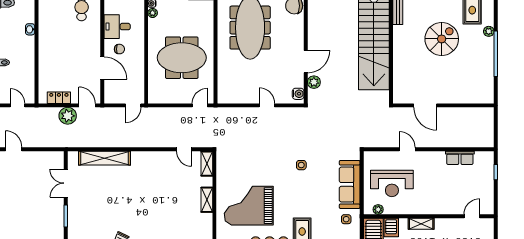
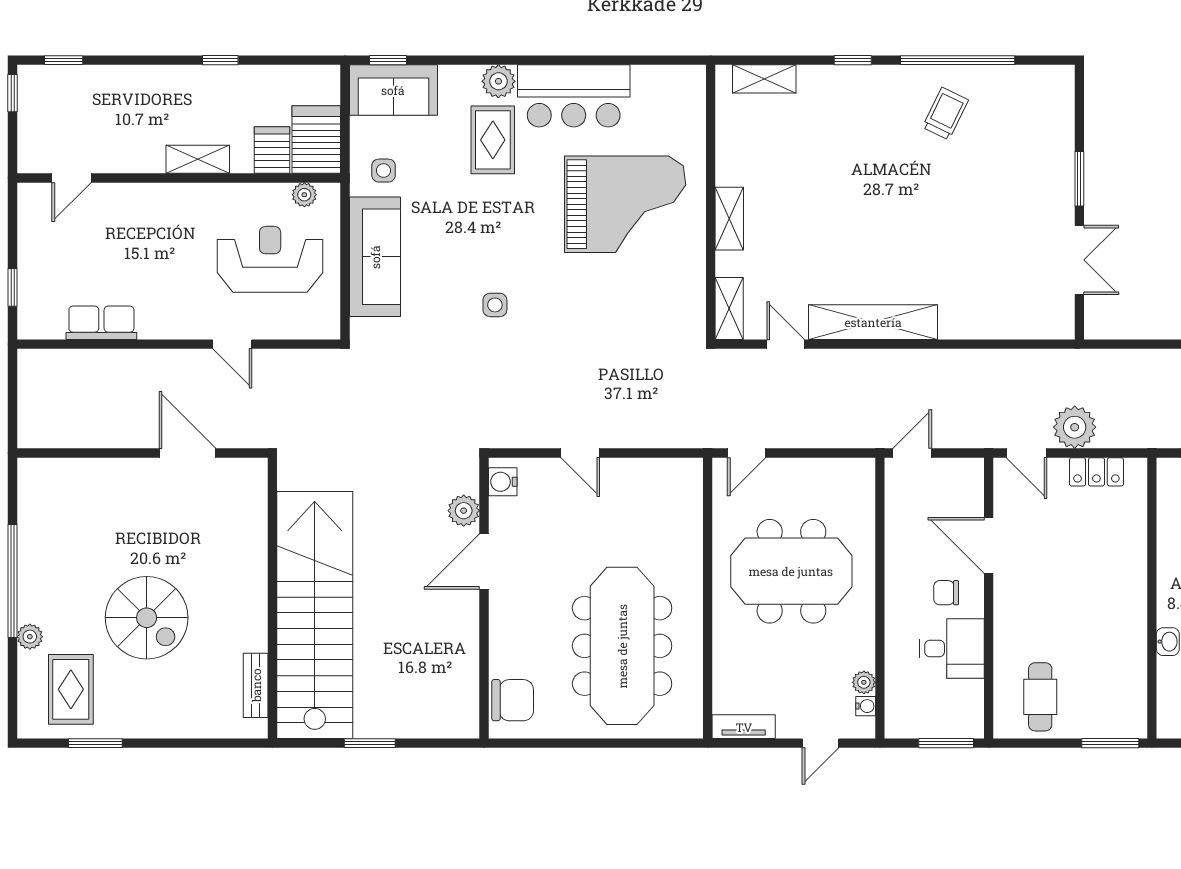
spiral stairs: (442, 39) -> (147, 618), turned -90
shelving: (105, 158) -> (873, 322), moved

